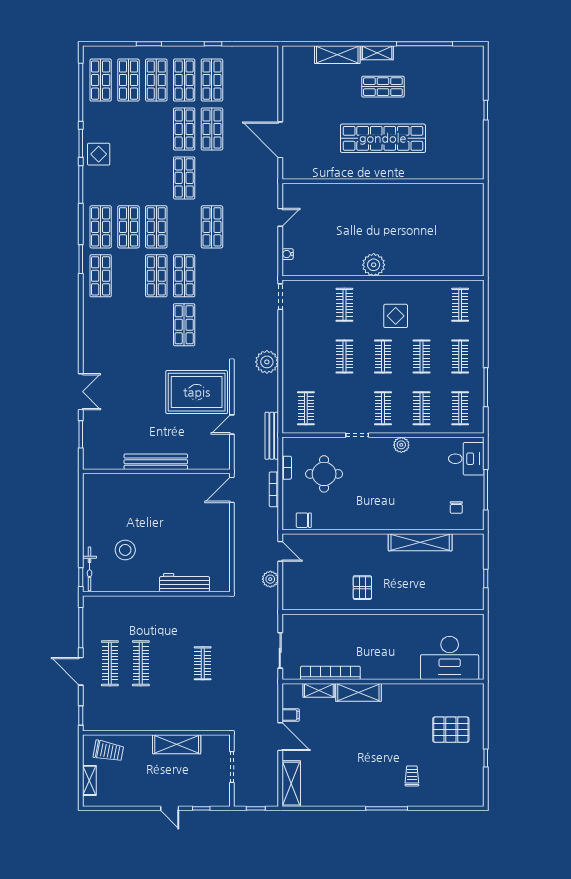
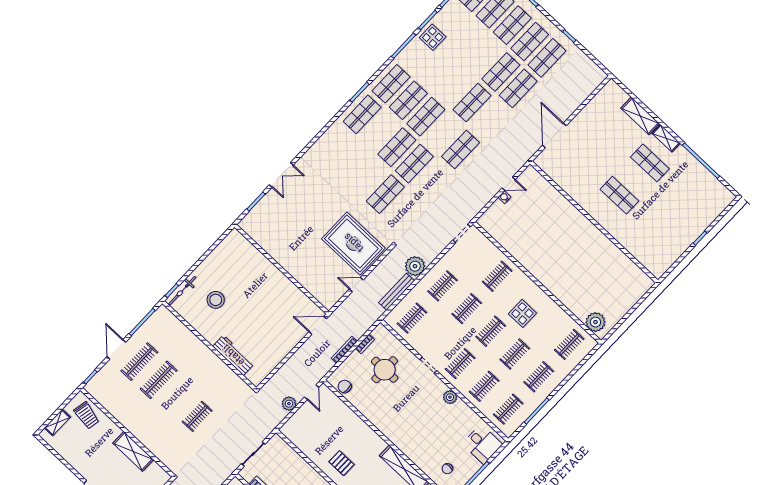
shop shelf: (383, 138) -> (619, 195), width x0.50, depth x0.74
water cooler: (288, 254) -> (504, 197), moved
plant: (374, 265) -> (595, 322), moved
clothes rail: (306, 357) -> (443, 286), added
bench: (272, 436) -> (397, 292), moved
bench: (156, 462) -> (287, 263), removed
pallet: (362, 588) -> (341, 463), turned 90

